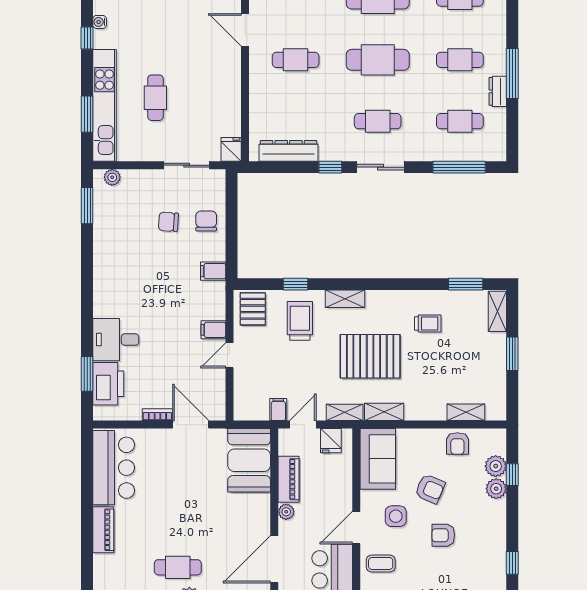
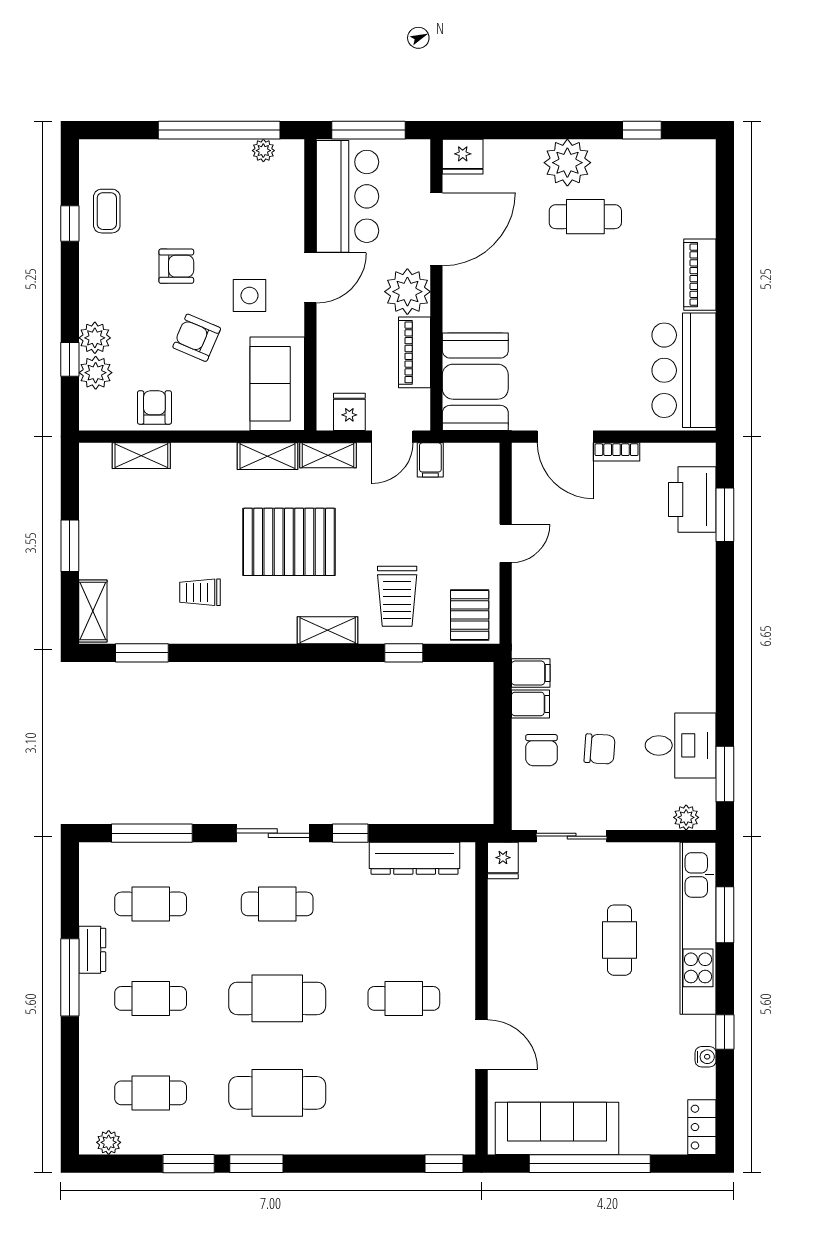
filing cabinet: (213, 330) -> (530, 704), moved
desk: (116, 340) -> (681, 745), moved
plant: (286, 512) -> (407, 292), width x1.87, depth x1.87
coffee table: (381, 563) -> (107, 211), moved, turned 90

